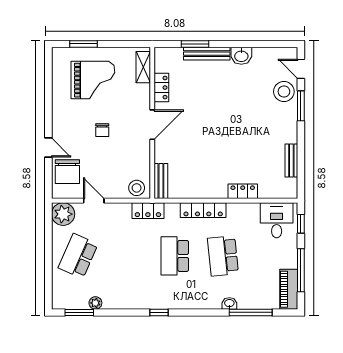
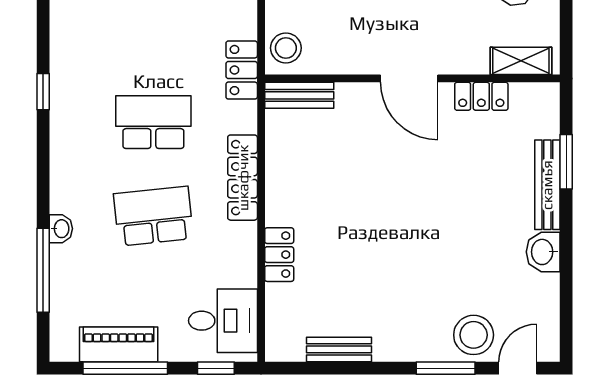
piano: (289, 289) -> (119, 344), moved

